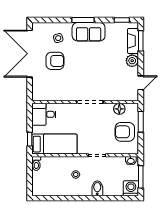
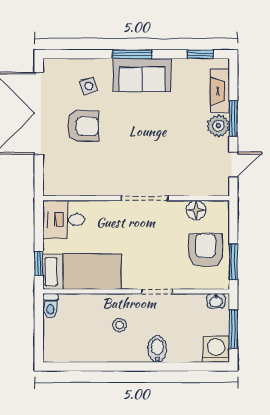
window: (141, 41) -> (233, 119), moved
window: (141, 122) -> (233, 262), moved
armchair: (125, 132) -> (205, 250), turned 90

